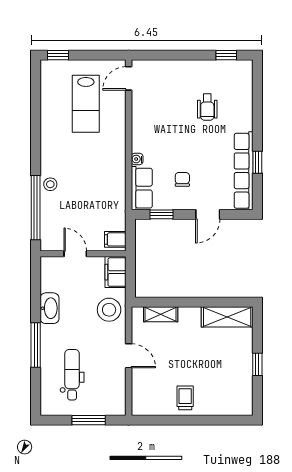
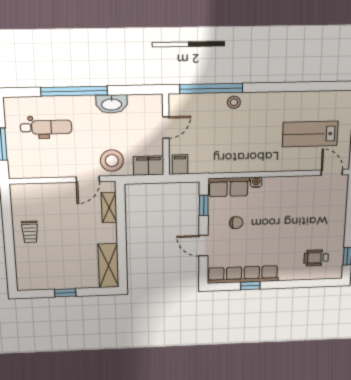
wheelchair: (207, 107) -> (316, 258), moved
window: (36, 345) -> (74, 91), width x1.46
door: (129, 356) -> (88, 179), moved
trolley: (185, 398) -> (30, 232), turned 90

